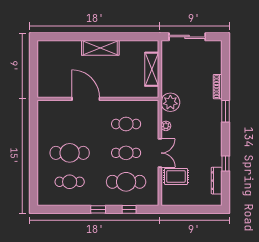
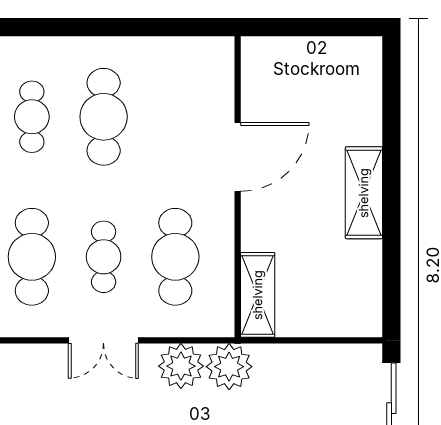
shelving: (152, 69) -> (258, 295), moved, turned 90
cafe table: (126, 124) -> (175, 257), width x1.37, depth x1.35
plant: (166, 126) -> (181, 366), width x1.88, depth x1.88
rug: (176, 176) -> (45, 381), removed

